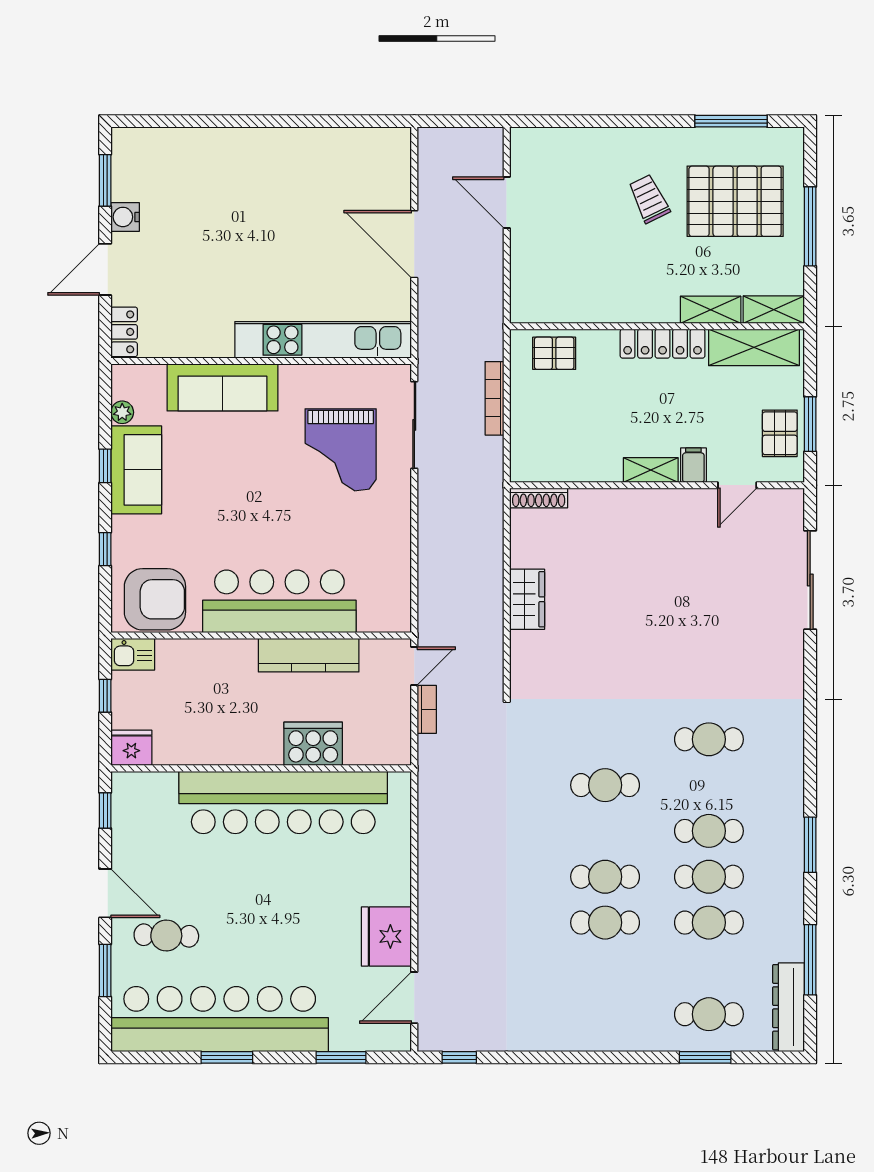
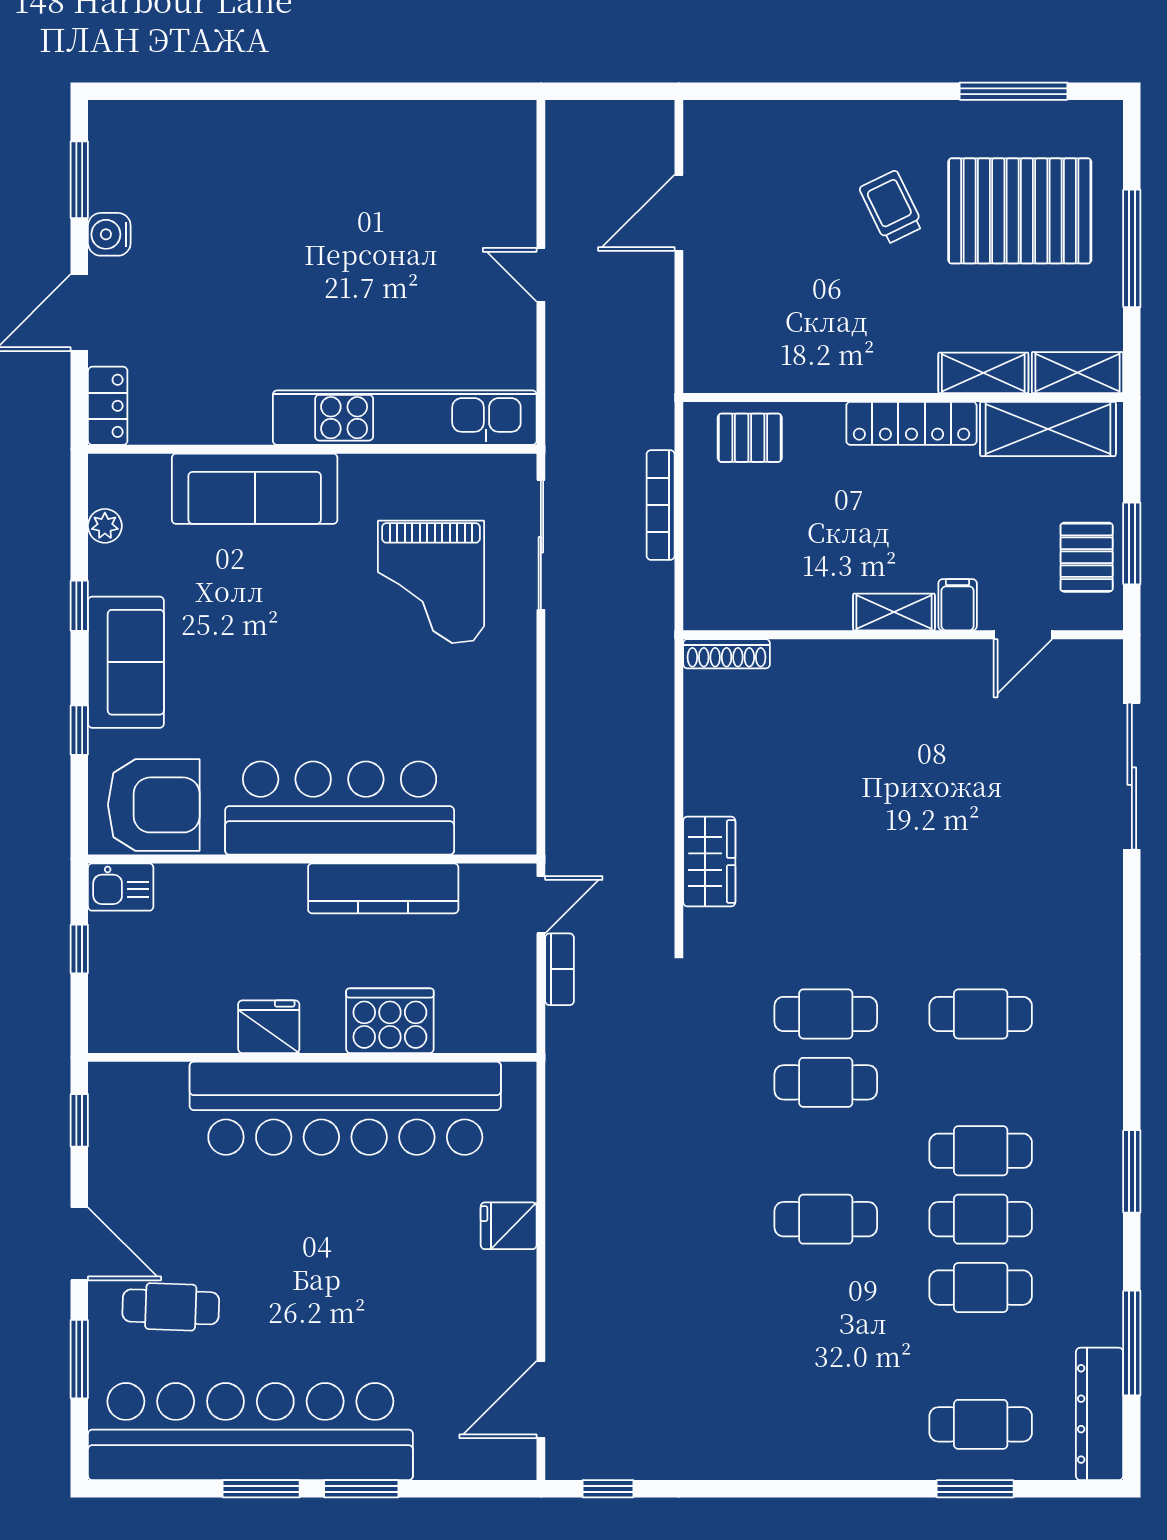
door: (507, 202) -> (679, 213), hinge flipped
door: (414, 244) -> (541, 275), width x0.53
sofa: (136, 470) -> (126, 662), moved
wardrobe: (527, 599) -> (709, 862), moved
fridge: (131, 748) -> (269, 1027), moved
cafe table: (605, 923) -> (826, 1014), moved
fridge: (386, 936) -> (509, 1226), moved, width x0.53, depth x0.75
window: (341, 1057) -> (361, 1489), moved

